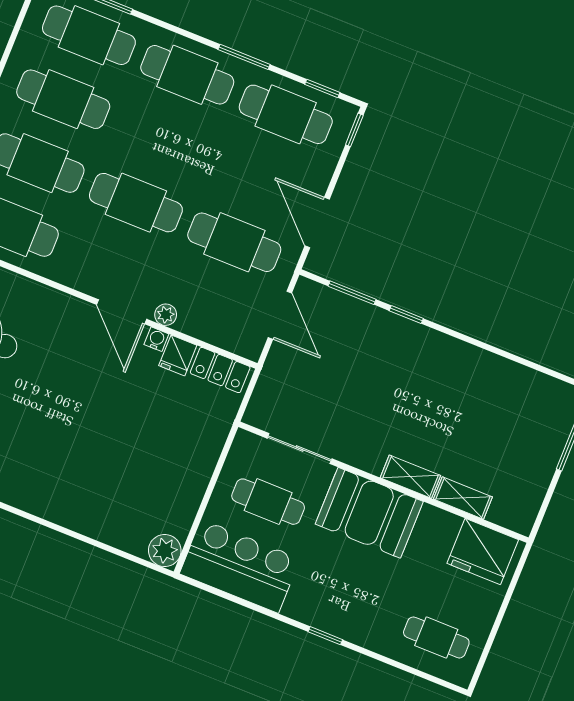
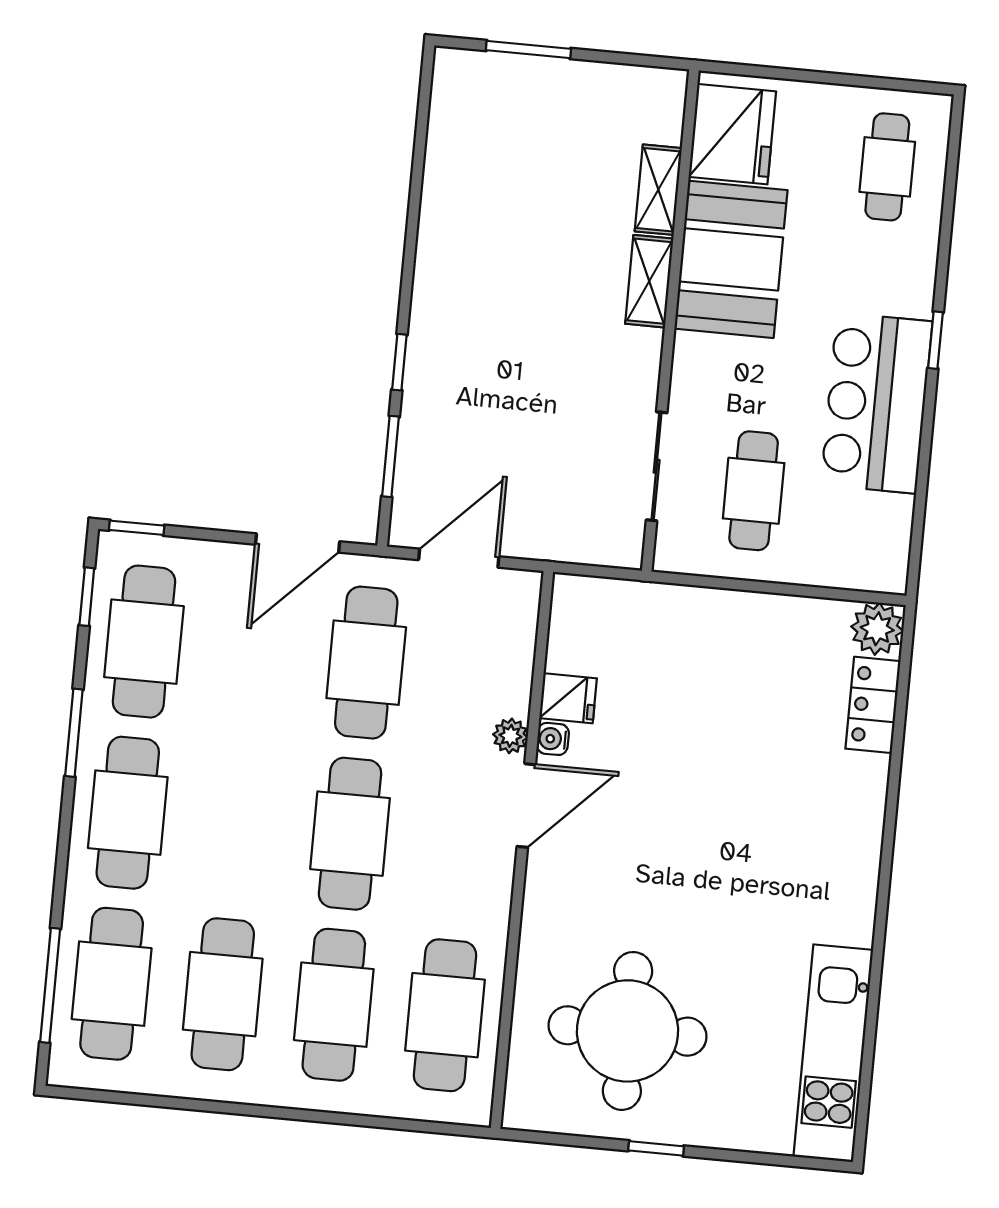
locker: (220, 370) -> (873, 705), moved, turned 180
booth: (369, 513) -> (731, 259), moved
bar counter: (240, 566) -> (877, 403), moved

